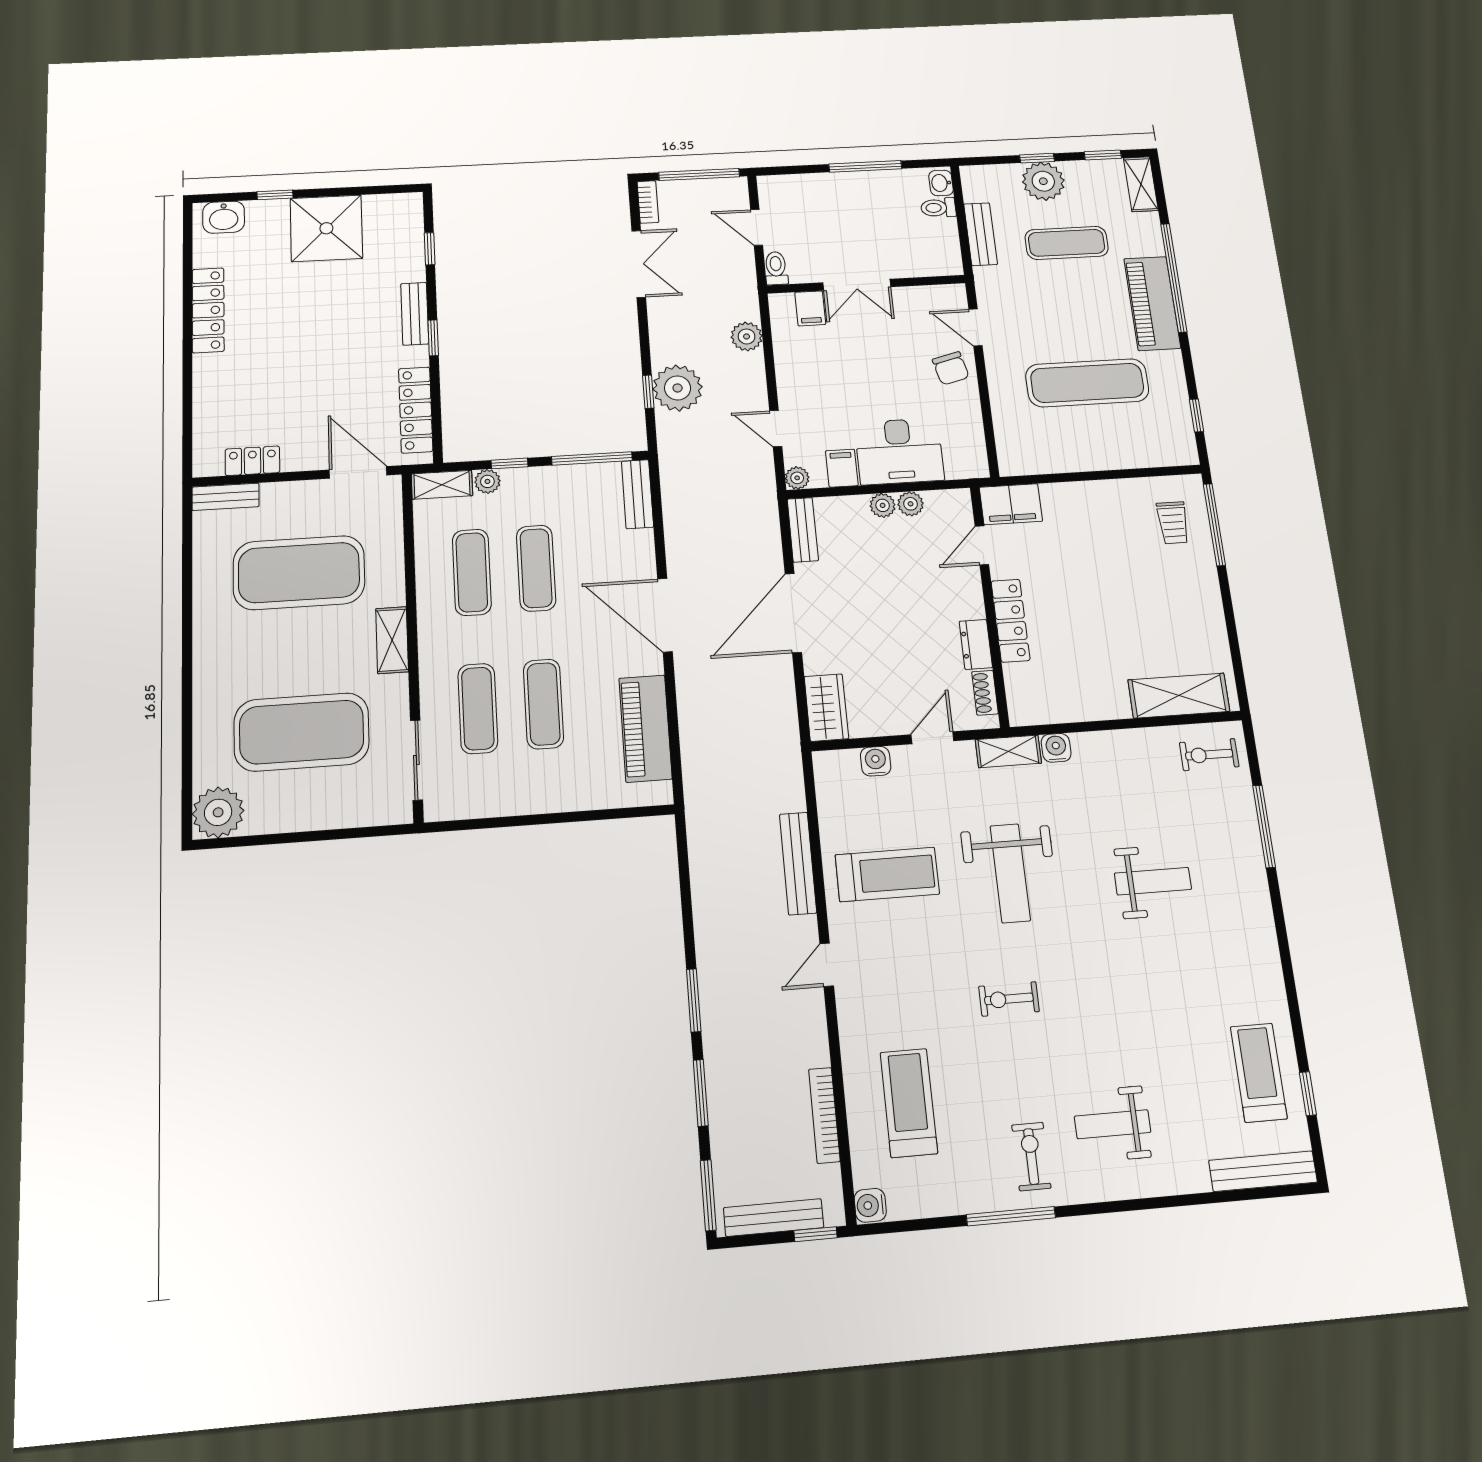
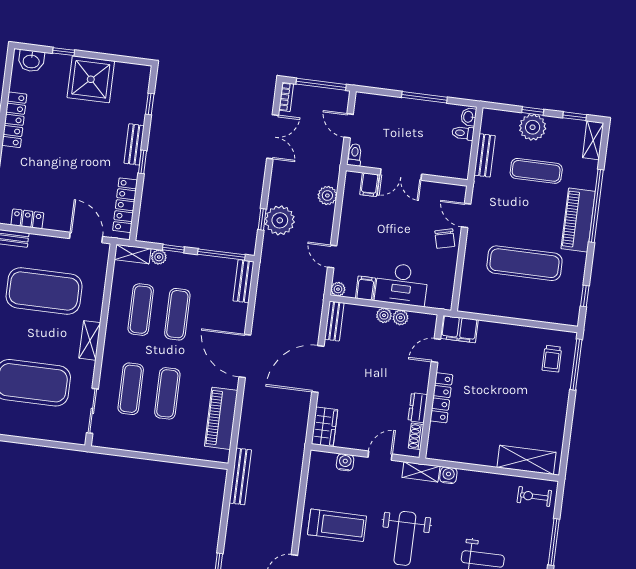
bench: (798, 863) -> (240, 476), moved

